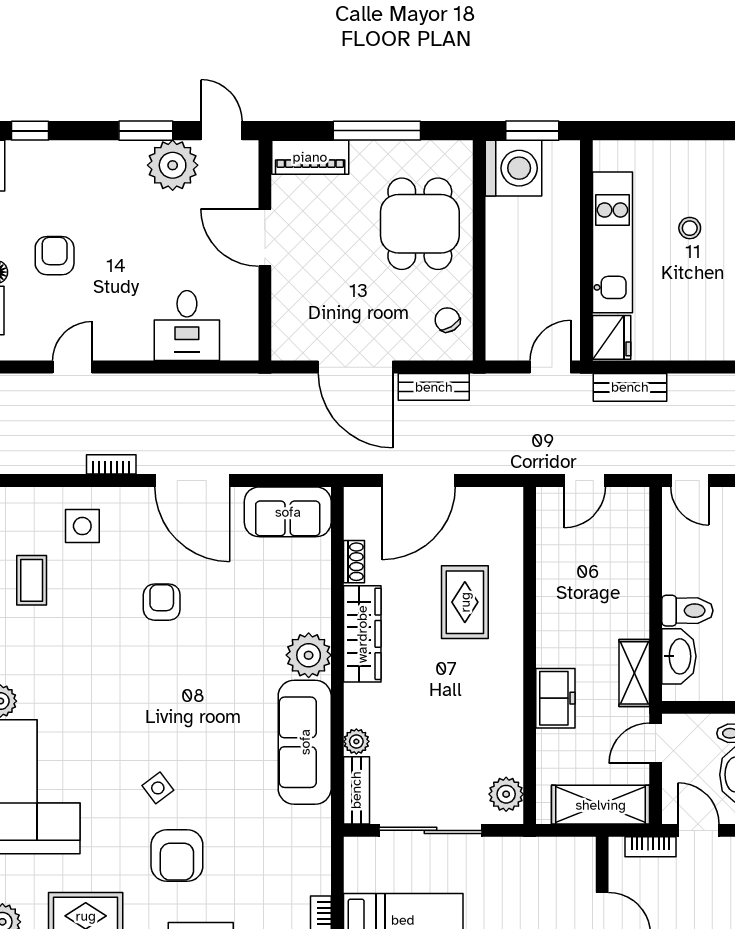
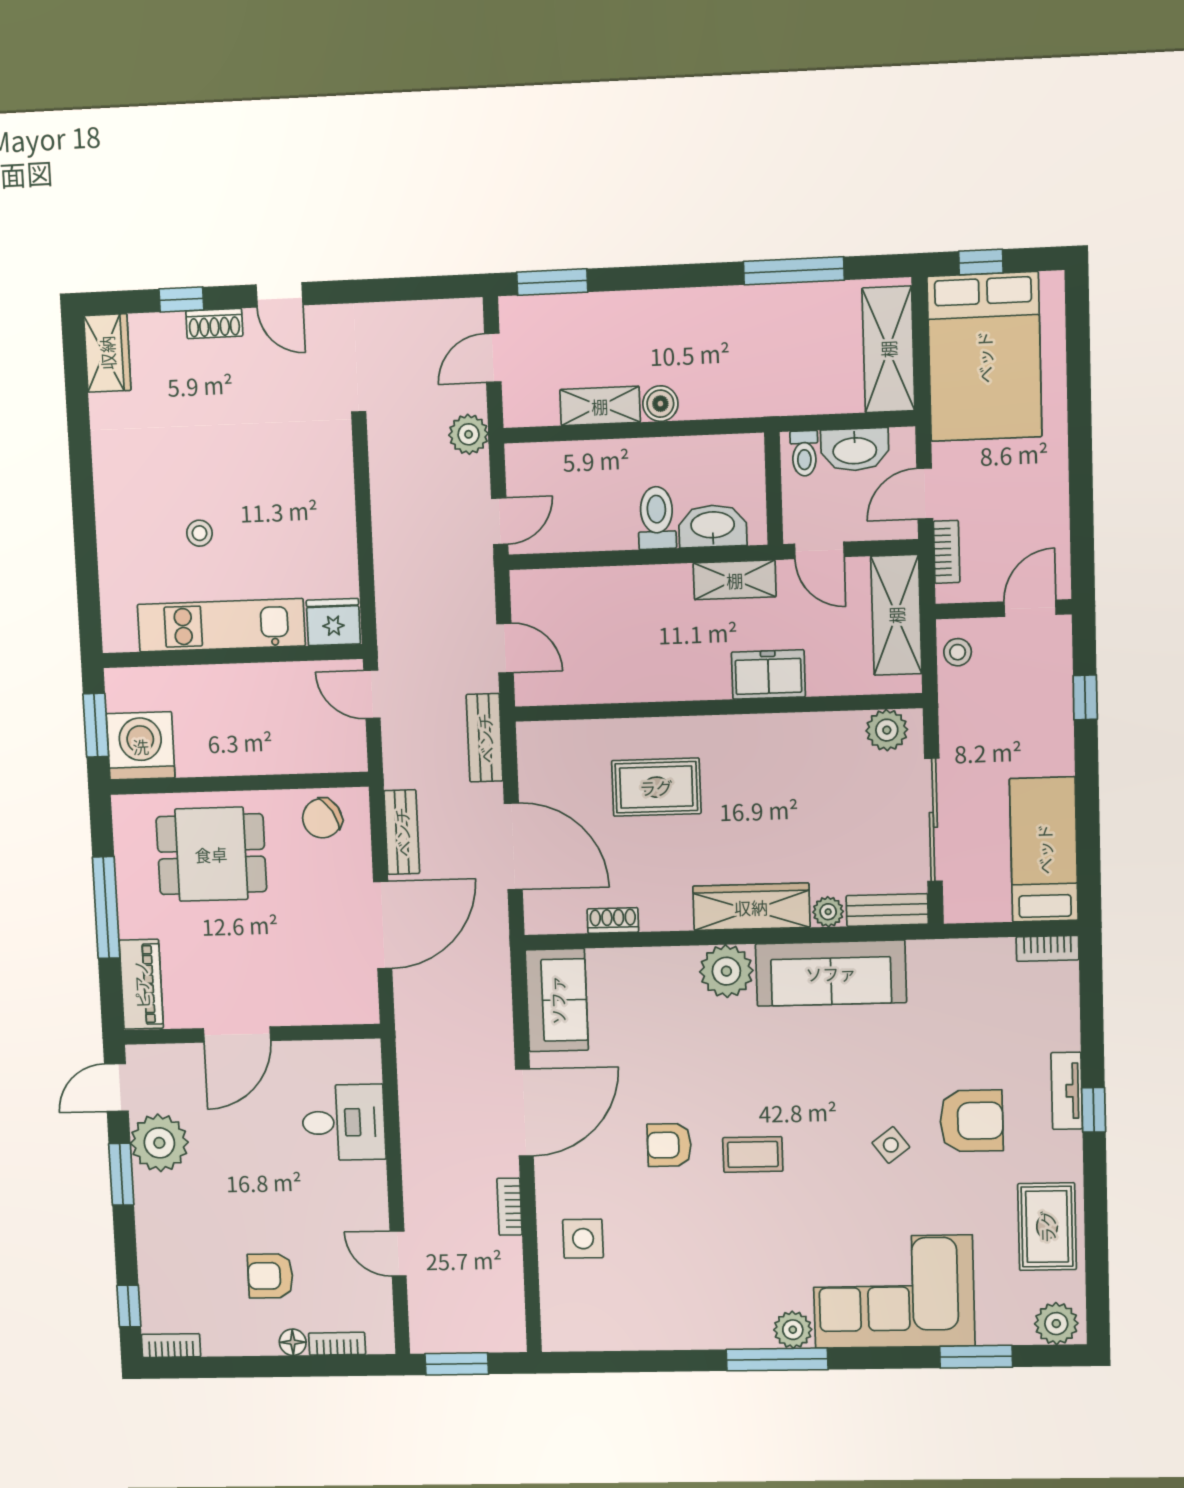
chair: (447, 320) -> (322, 818), width x1.37, depth x1.37
bench: (630, 387) -> (485, 738), moved
coffee table: (32, 580) -> (753, 1154), moved
wardrobe: (362, 634) -> (751, 907), moved
stool: (568, 854) -> (958, 652), added

